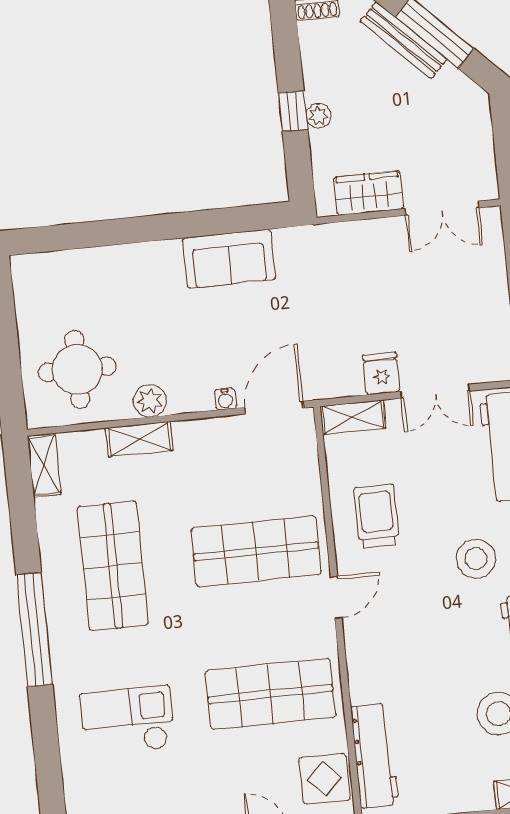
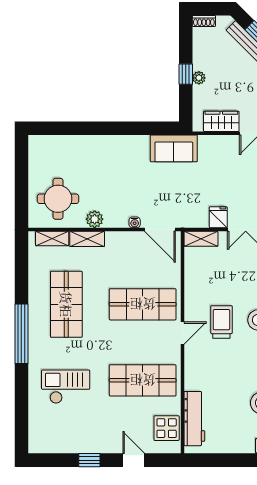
sofa: (229, 259) -> (174, 148), moved
door: (274, 408) -> (160, 229), swing flipped
shelving: (44, 465) -> (52, 238), moved, turned 90
trolley: (377, 516) -> (221, 322), moved

